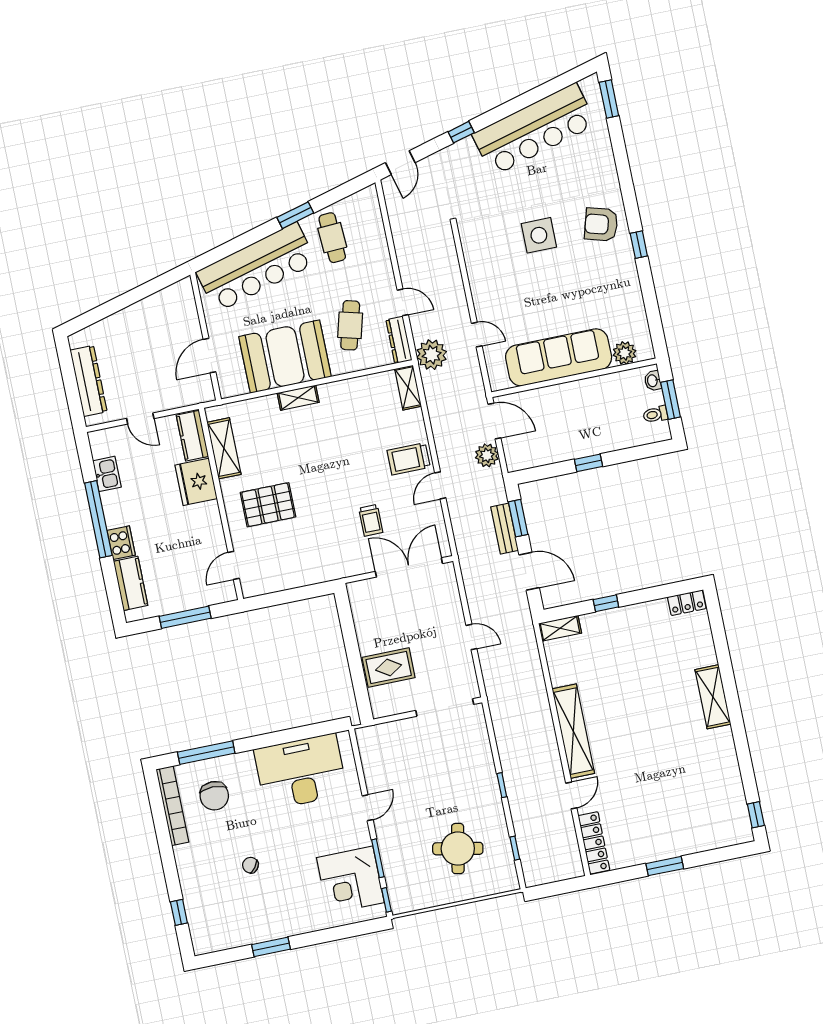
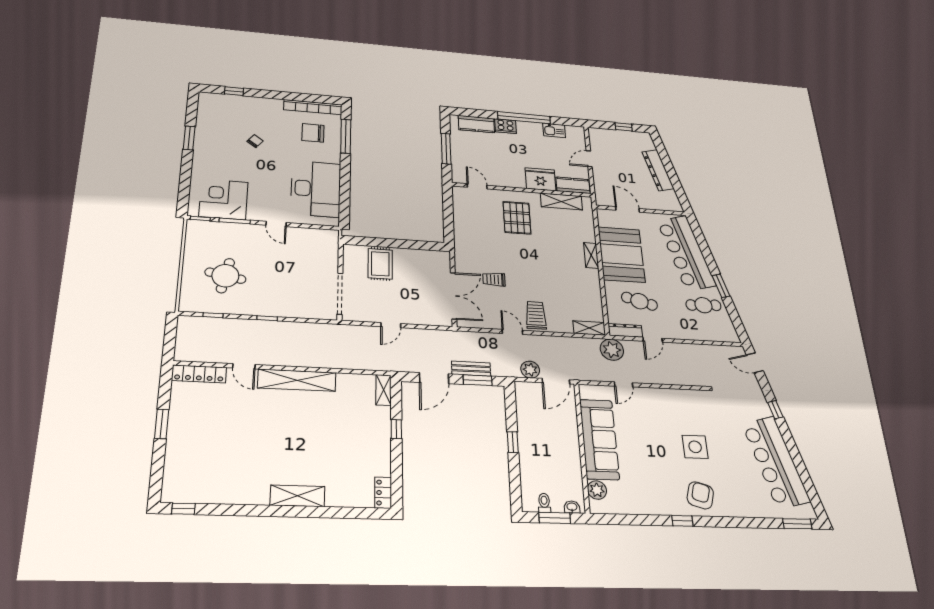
window: (69, 375) -> (624, 127), added
dresser: (89, 381) -> (658, 170), moved, turned 75

